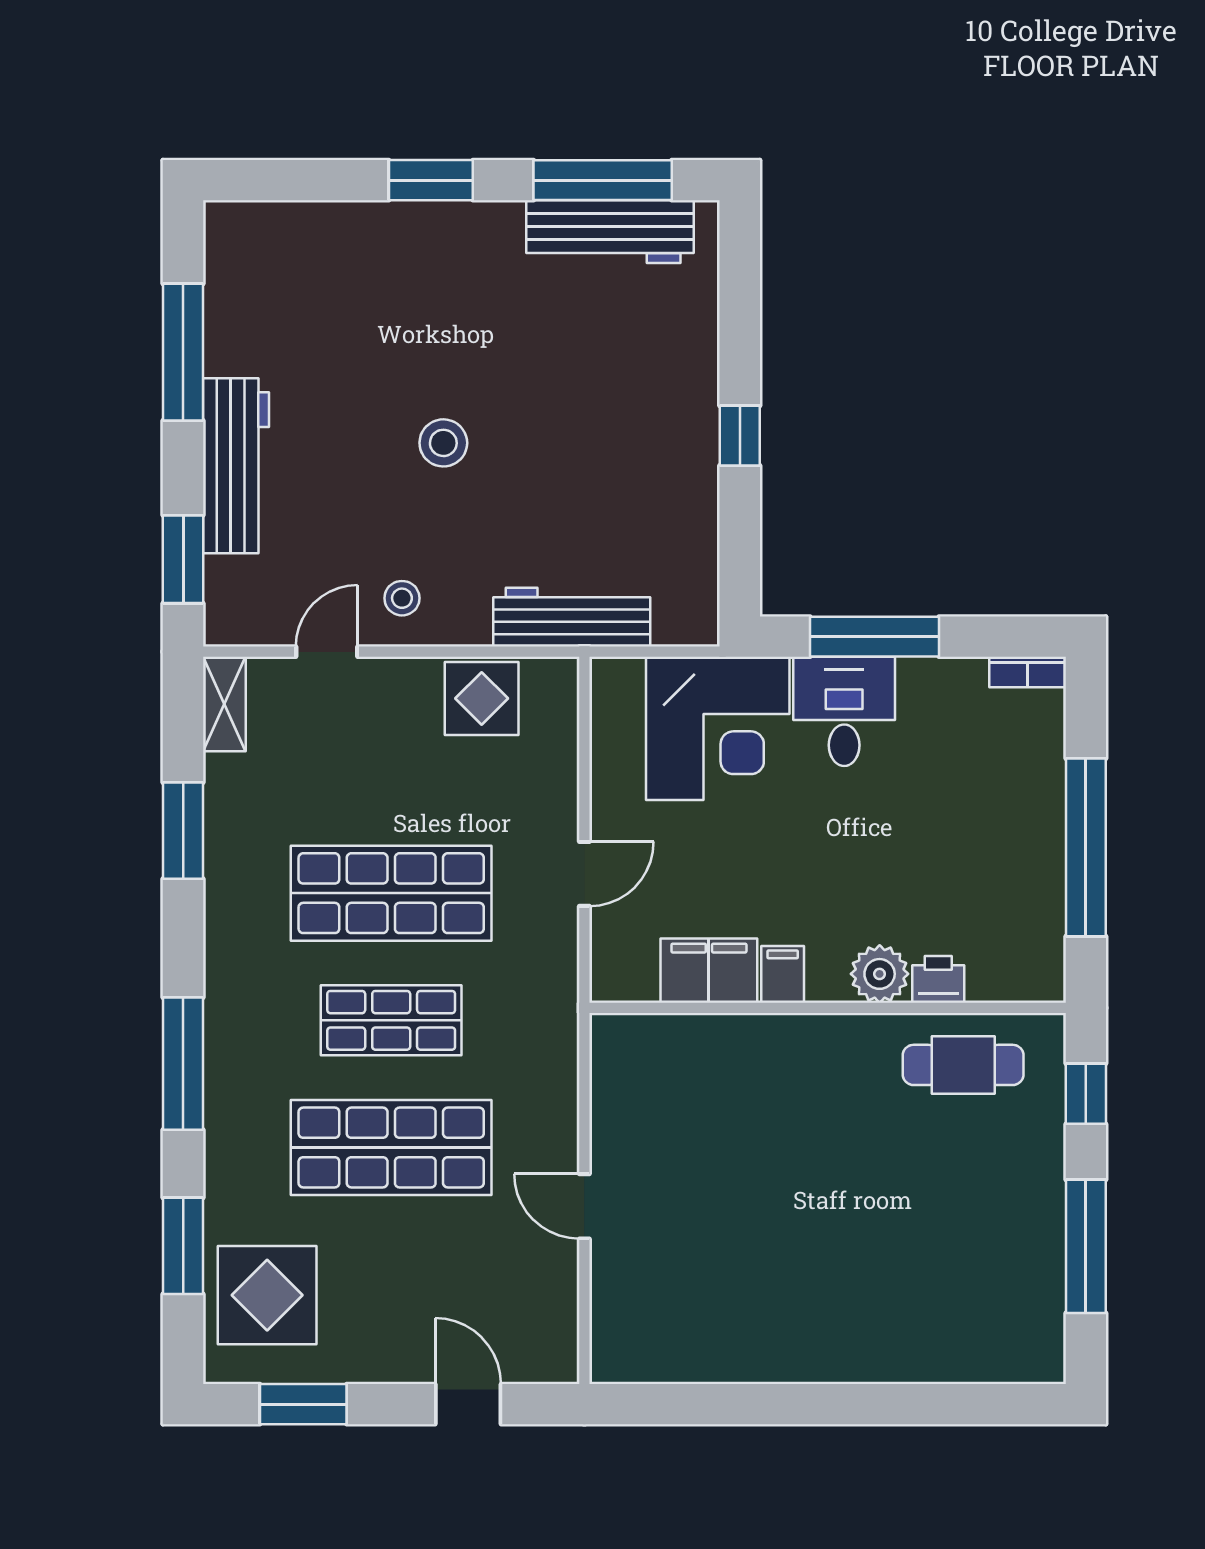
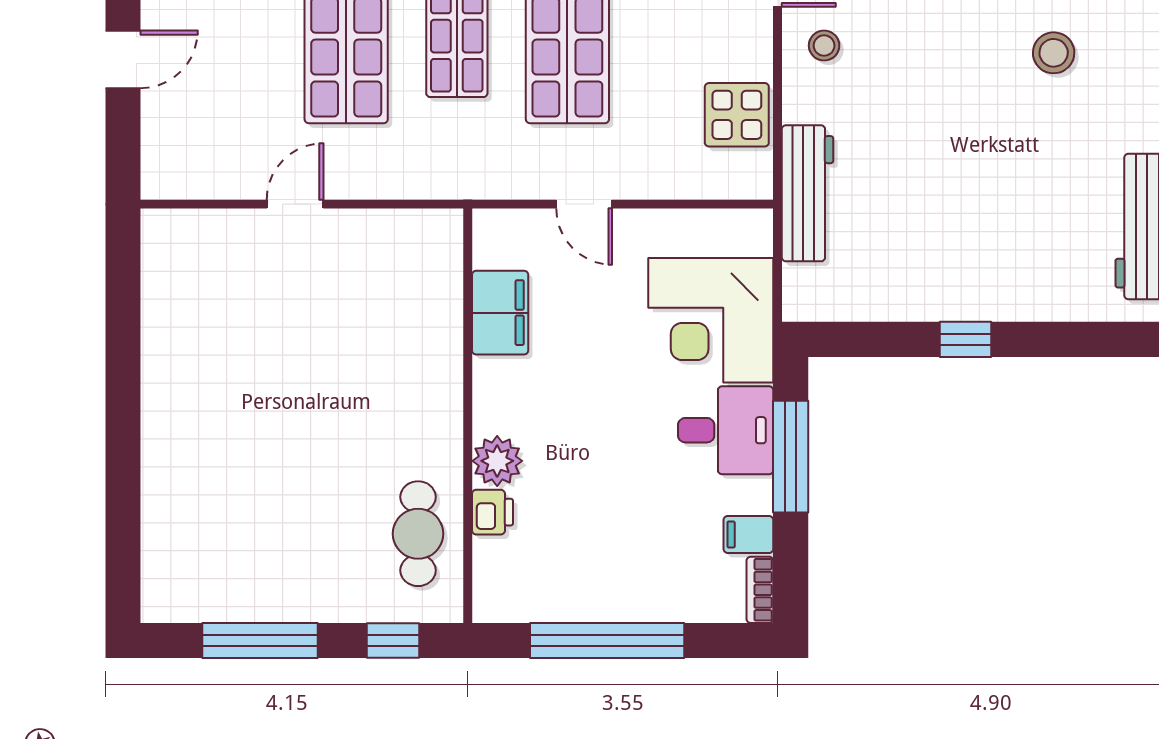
stool: (443, 443) -> (1054, 53), moved
filing cabinet: (783, 974) -> (748, 534), moved, turned 180
door: (468, 1404) -> (123, 59), moved

